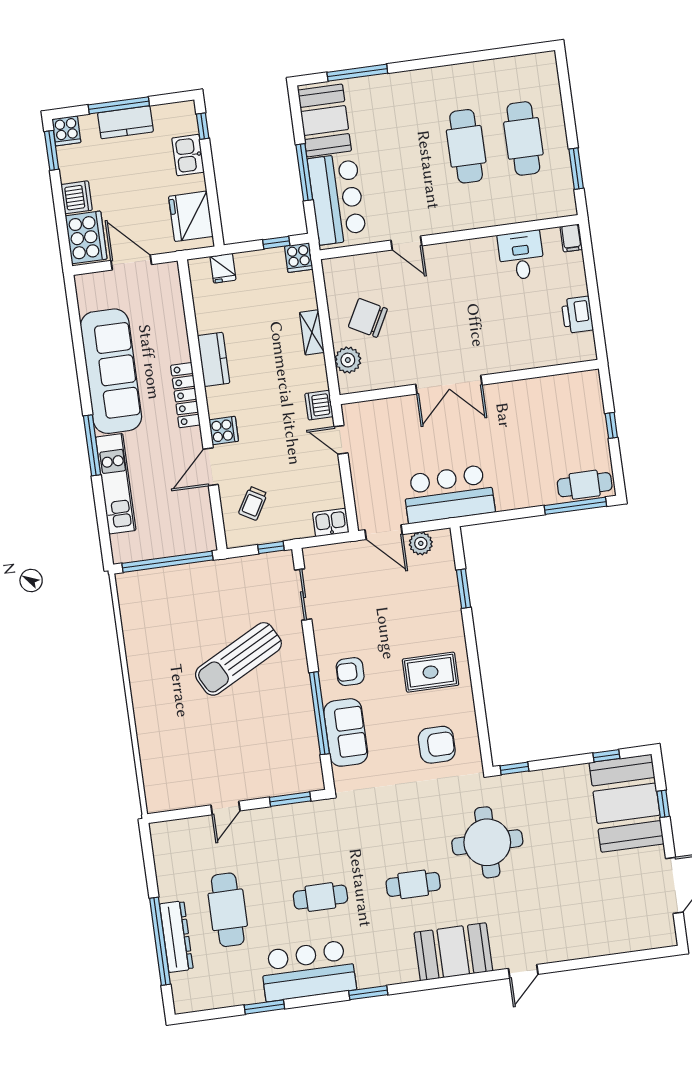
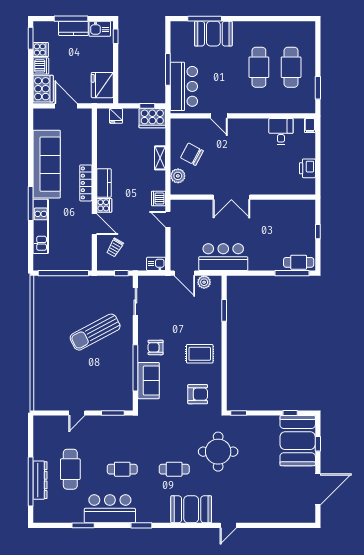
booth: (325, 121) -> (213, 34), moved, turned 90
cooker: (66, 131) -> (41, 50), moved, turned -90
kitchen sink: (188, 155) -> (100, 29), moved, turned -90
cooker: (299, 258) -> (152, 118), width x1.87, depth x1.31
kitchen counter: (214, 359) -> (104, 183), moved
door: (211, 467) -> (94, 224), swing flipped

